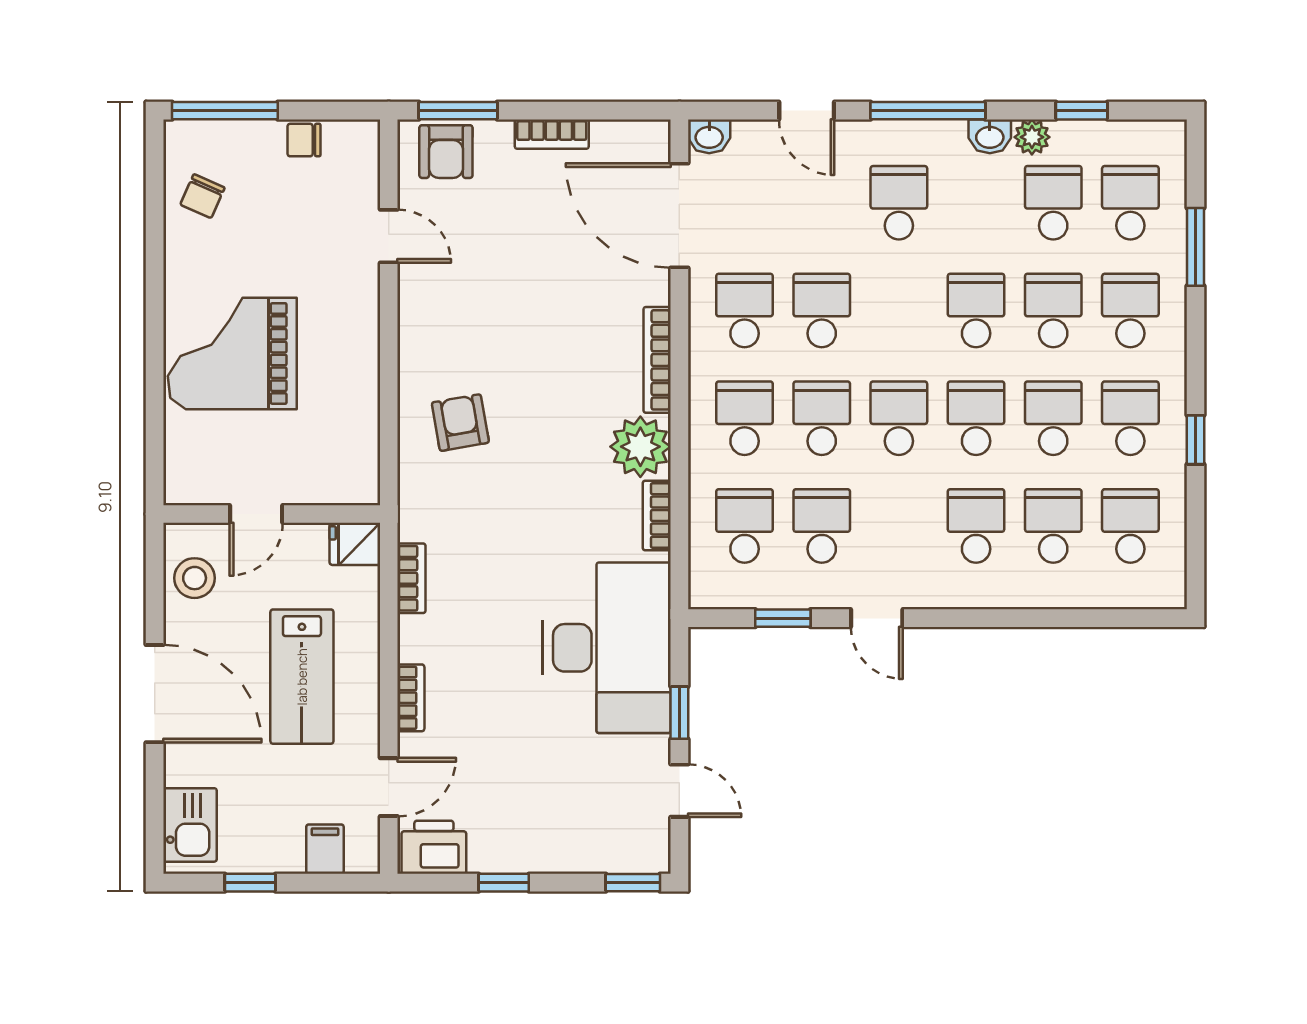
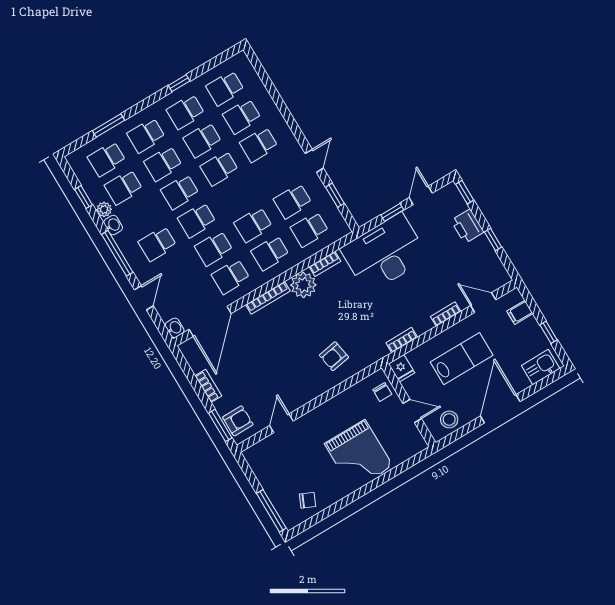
chair: (304, 140) -> (382, 392), moved
school desk: (899, 418) -> (197, 220), moved
printer: (434, 847) -> (467, 226), moved

